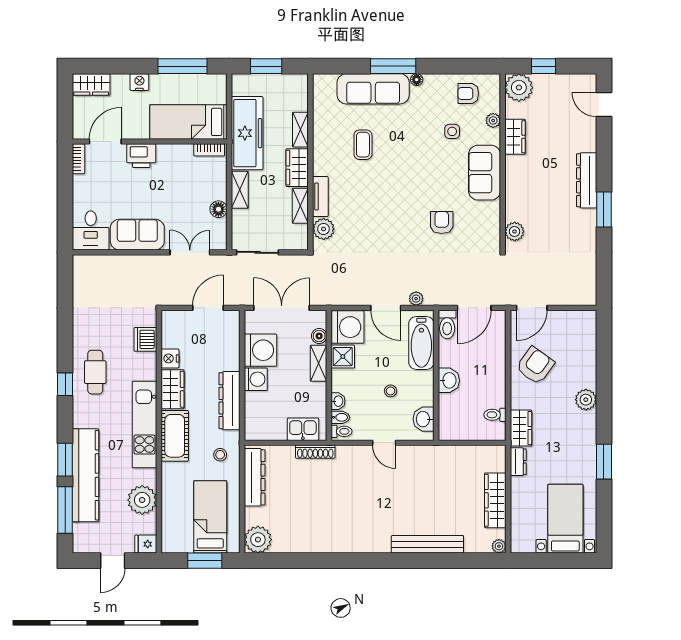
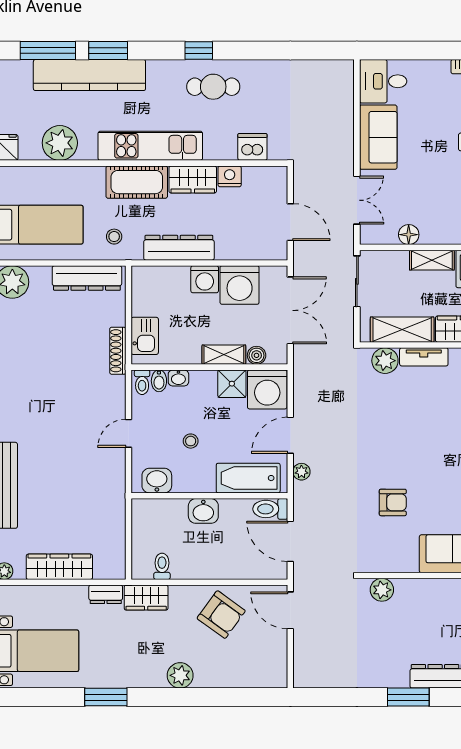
shelving: (300, 206) -> (402, 330), width x1.50, depth x1.33

